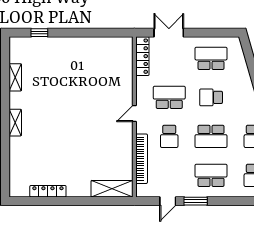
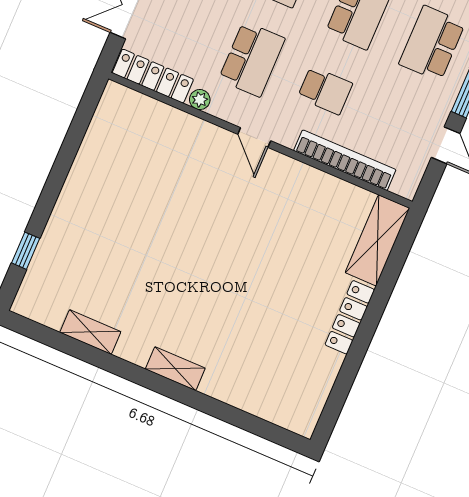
plant: (141, 82) -> (200, 100), added
school desk: (169, 97) -> (252, 59), turned 180
locker: (48, 191) -> (350, 317), moved

